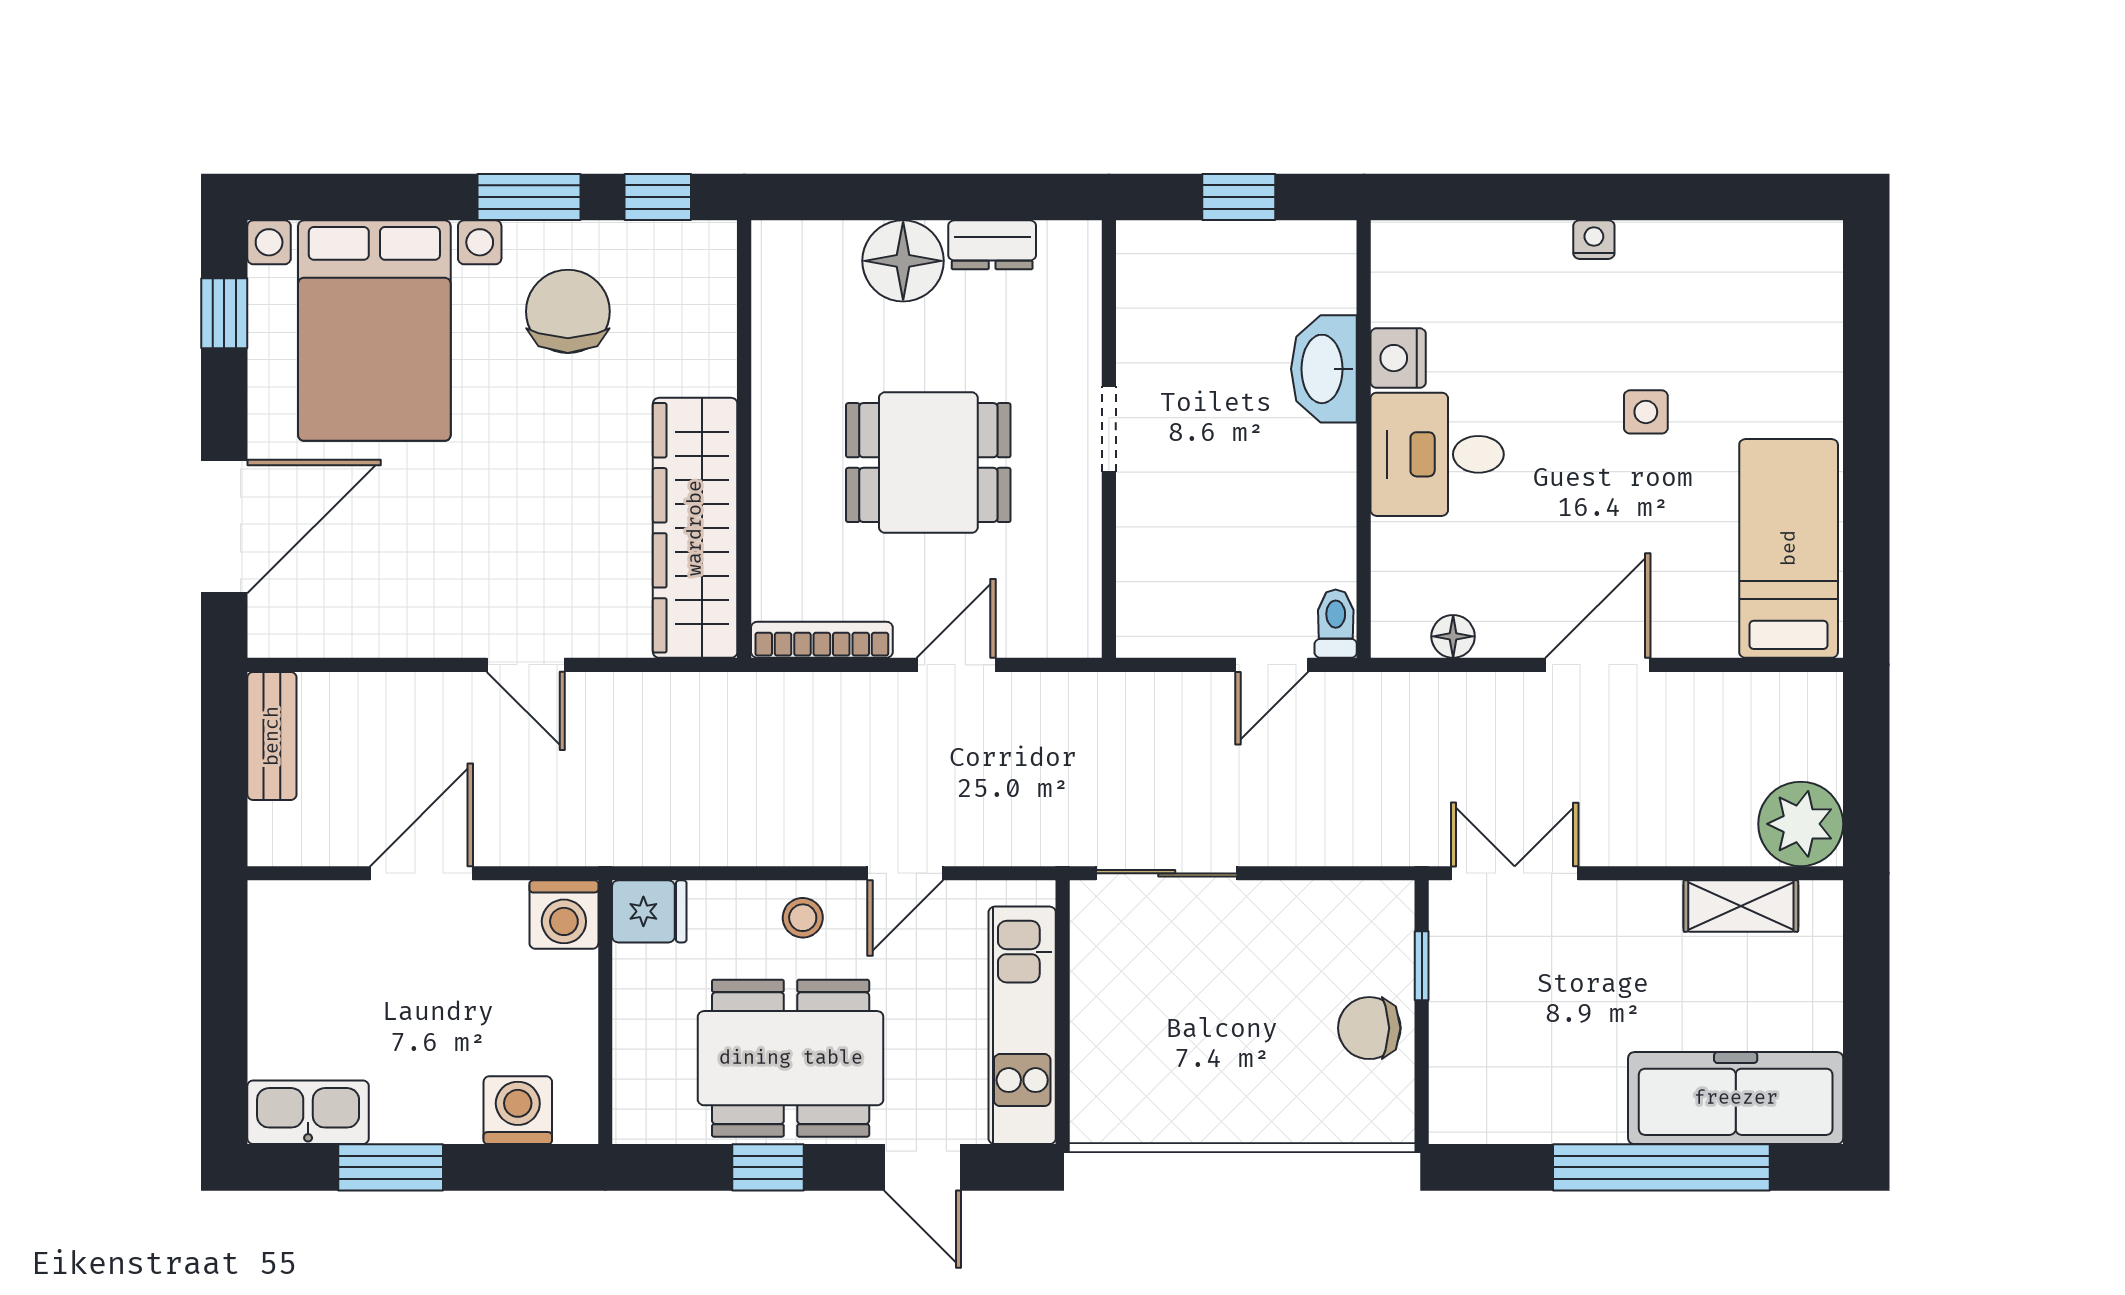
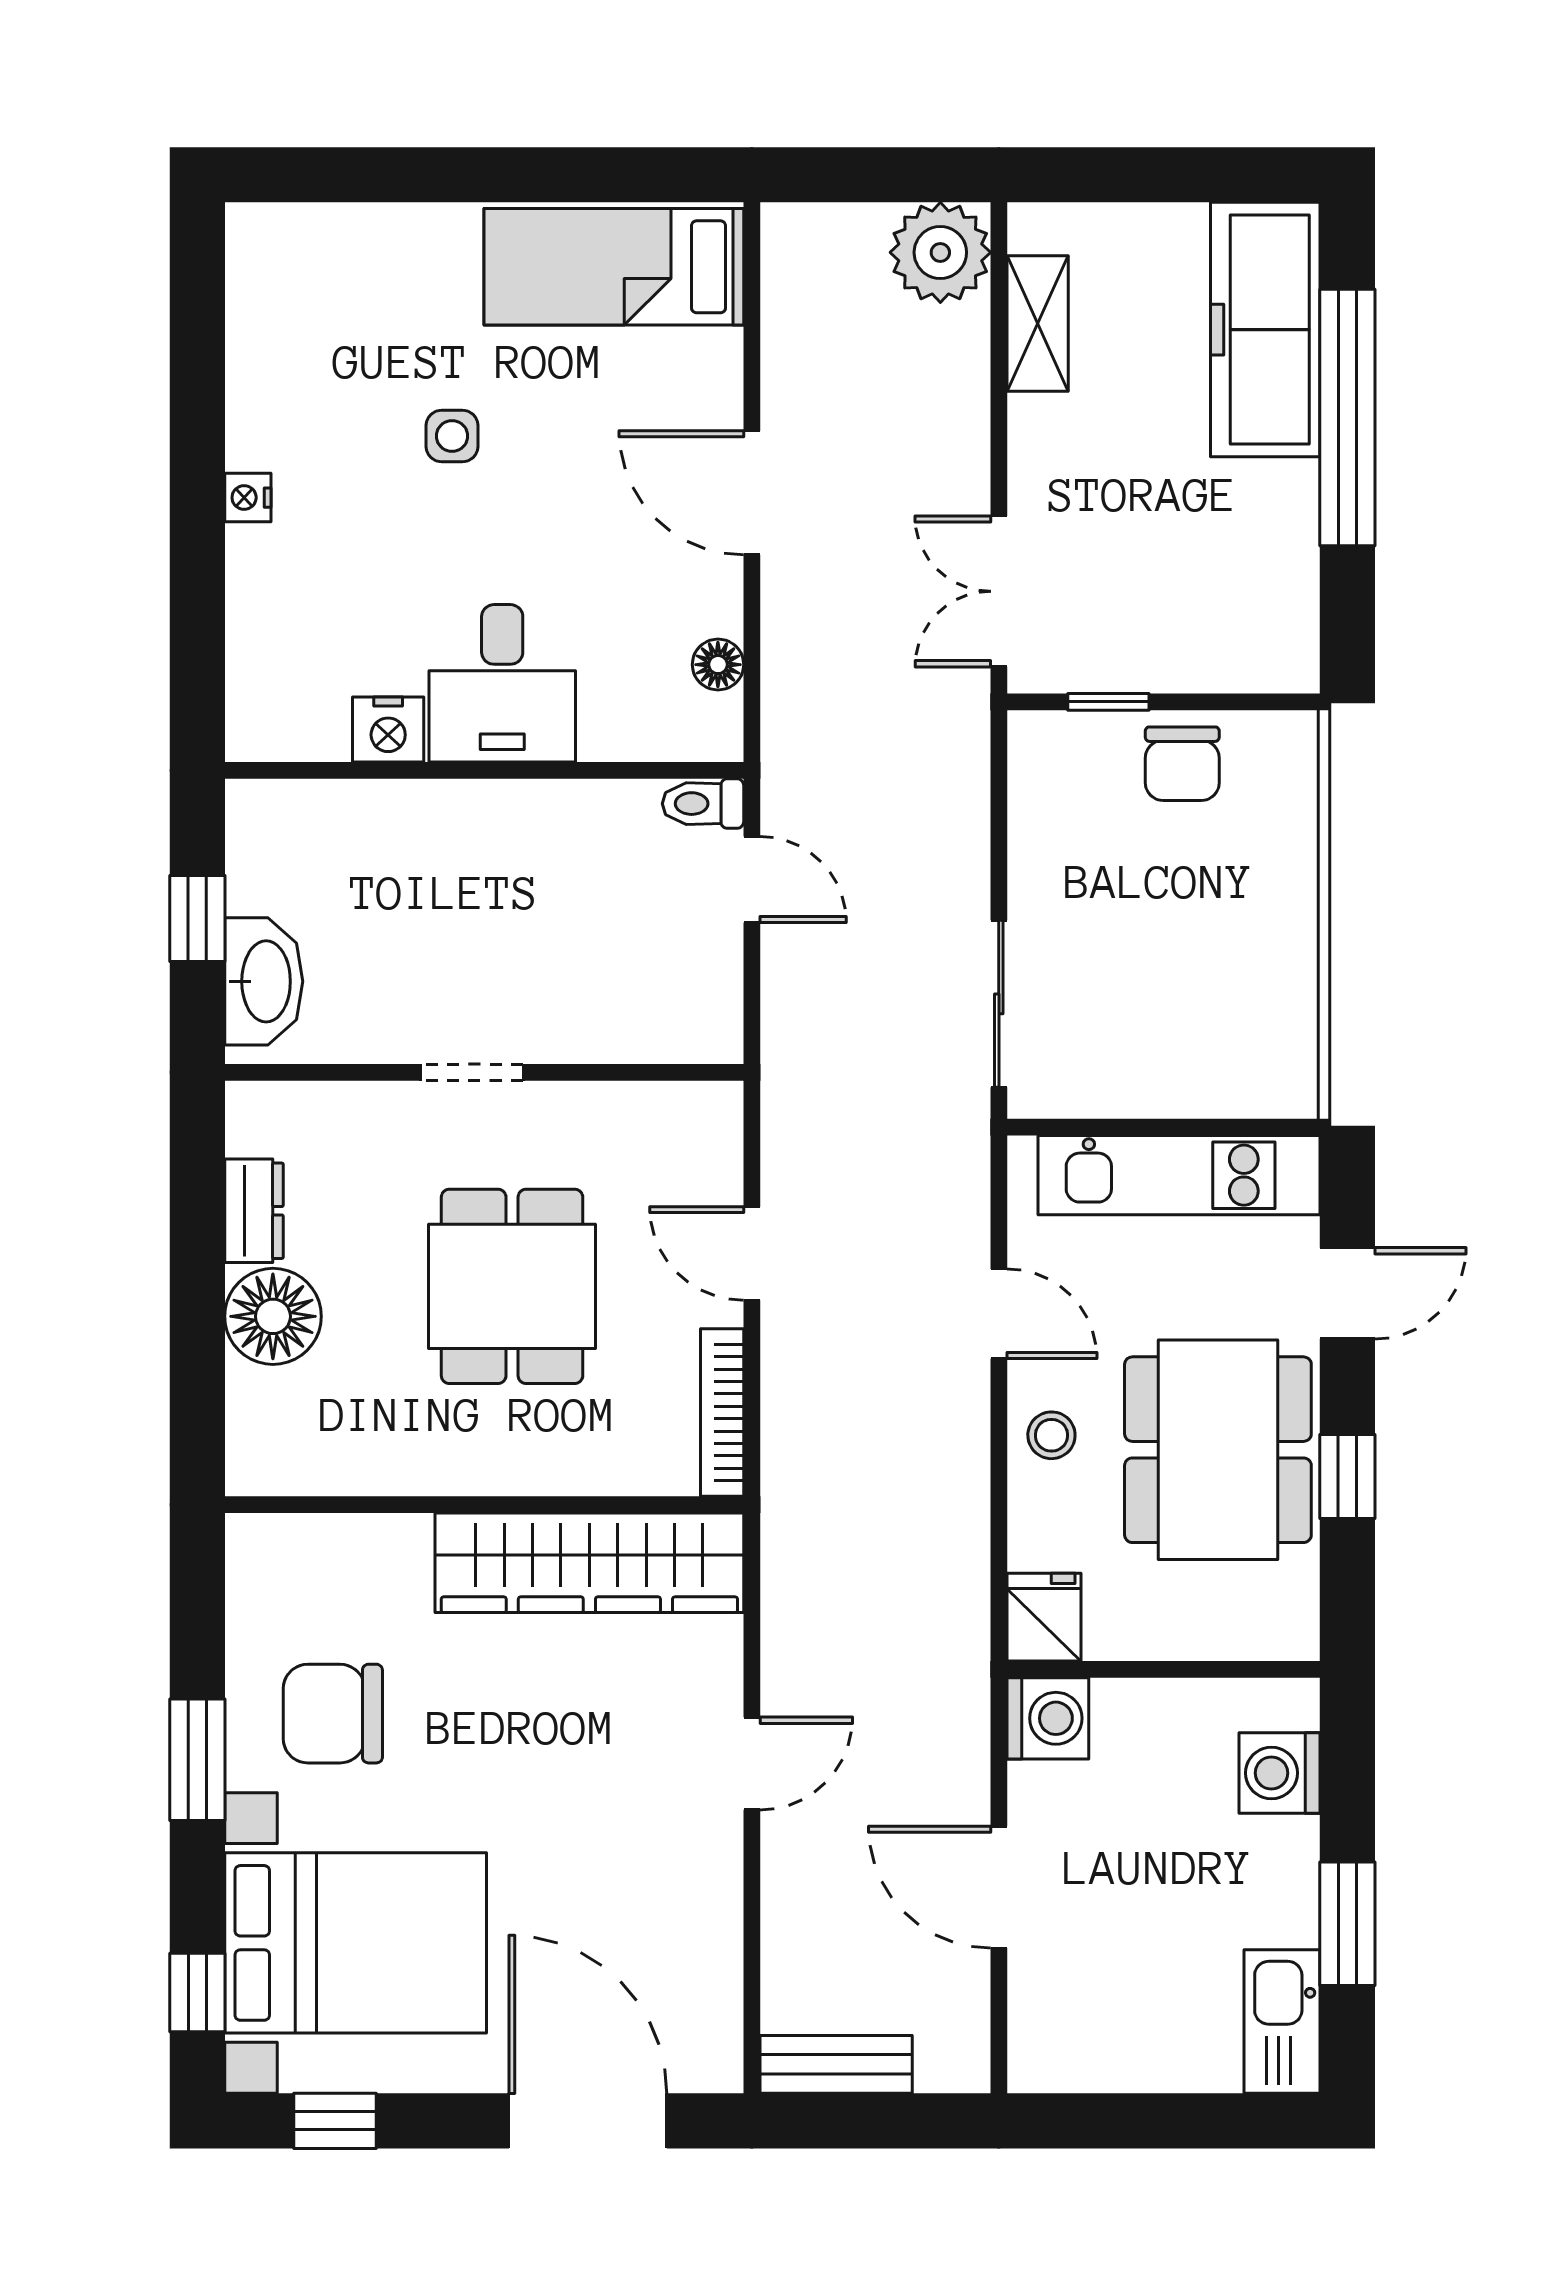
window: (658, 197) -> (197, 1992), moved
washbasin: (1324, 369) -> (264, 981), moved, turned -90

